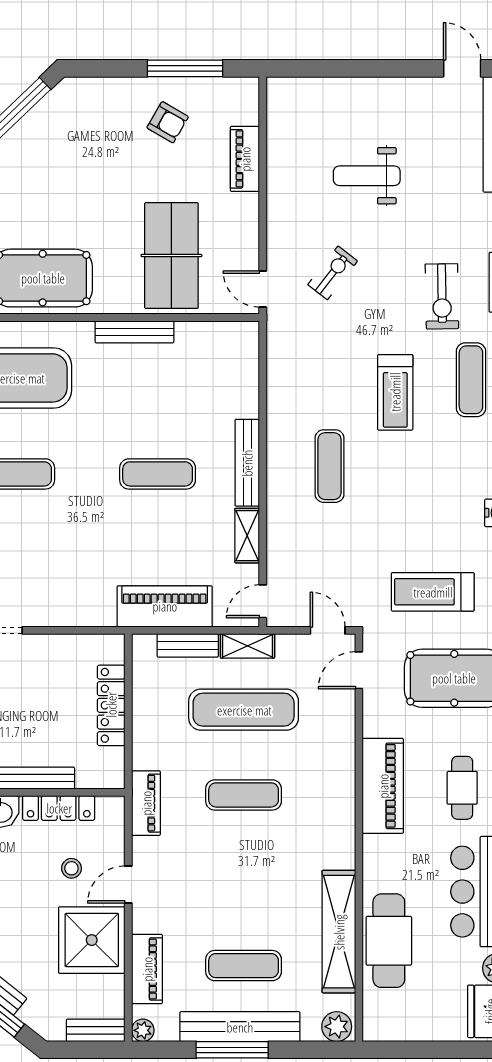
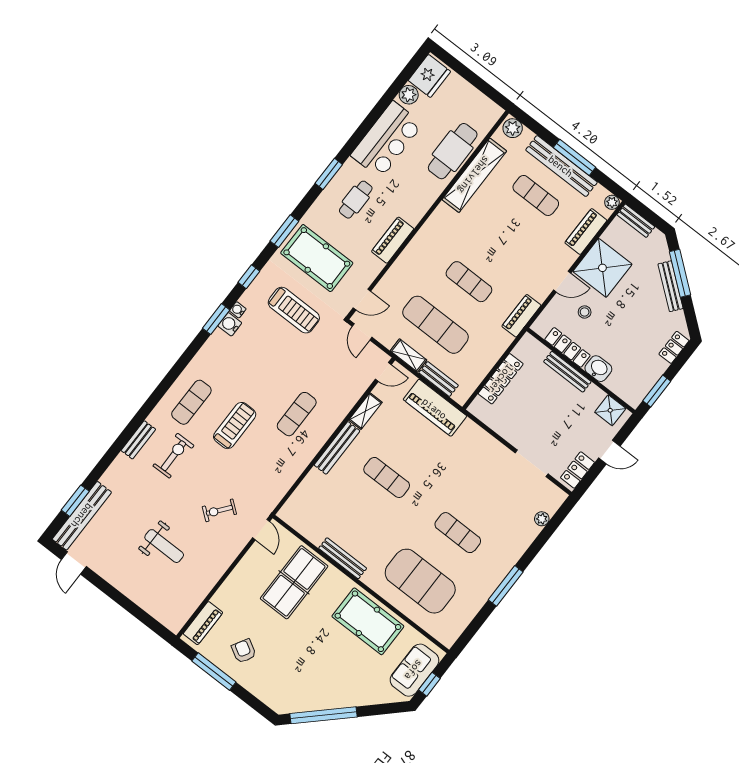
piano: (245, 159) -> (203, 623), moved
piano: (383, 786) -> (393, 240), width x0.73, depth x0.75

